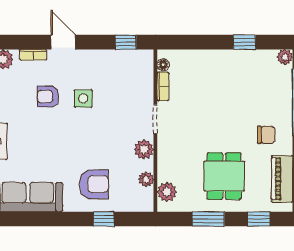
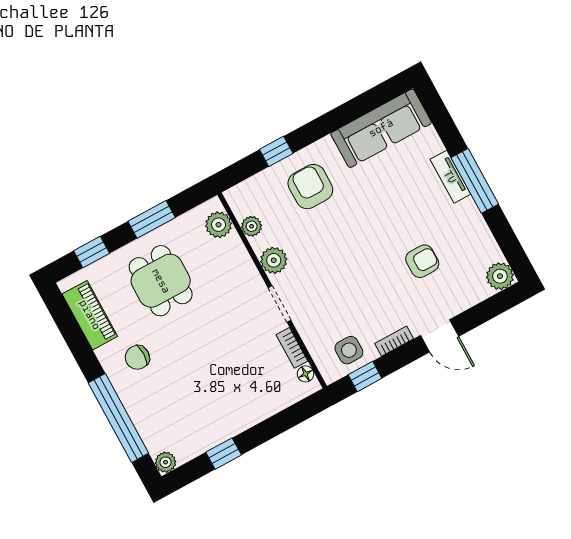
bookcase: (33, 55) -> (394, 341), moved
side table: (83, 98) -> (349, 350), moved
armchair: (94, 184) -> (310, 187), turned 90

